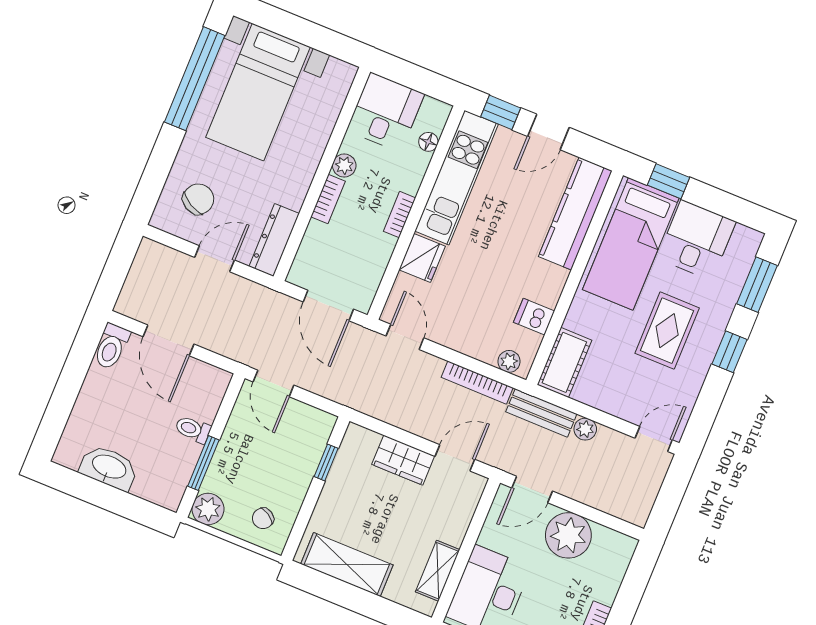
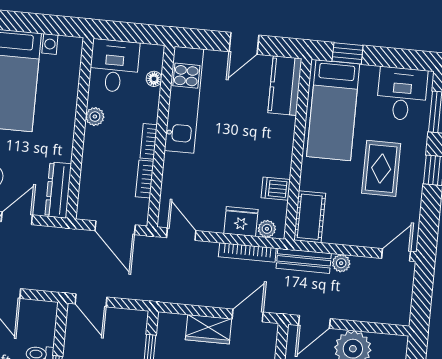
window: (501, 112) -> (203, 39), removed
bookcase: (328, 199) -> (145, 179), moved, turned 180
kitchen counter: (575, 214) -> (285, 86), width x0.67
desk: (697, 240) -> (402, 94), moved
fridge: (422, 258) -> (241, 221), moved, turned -90

